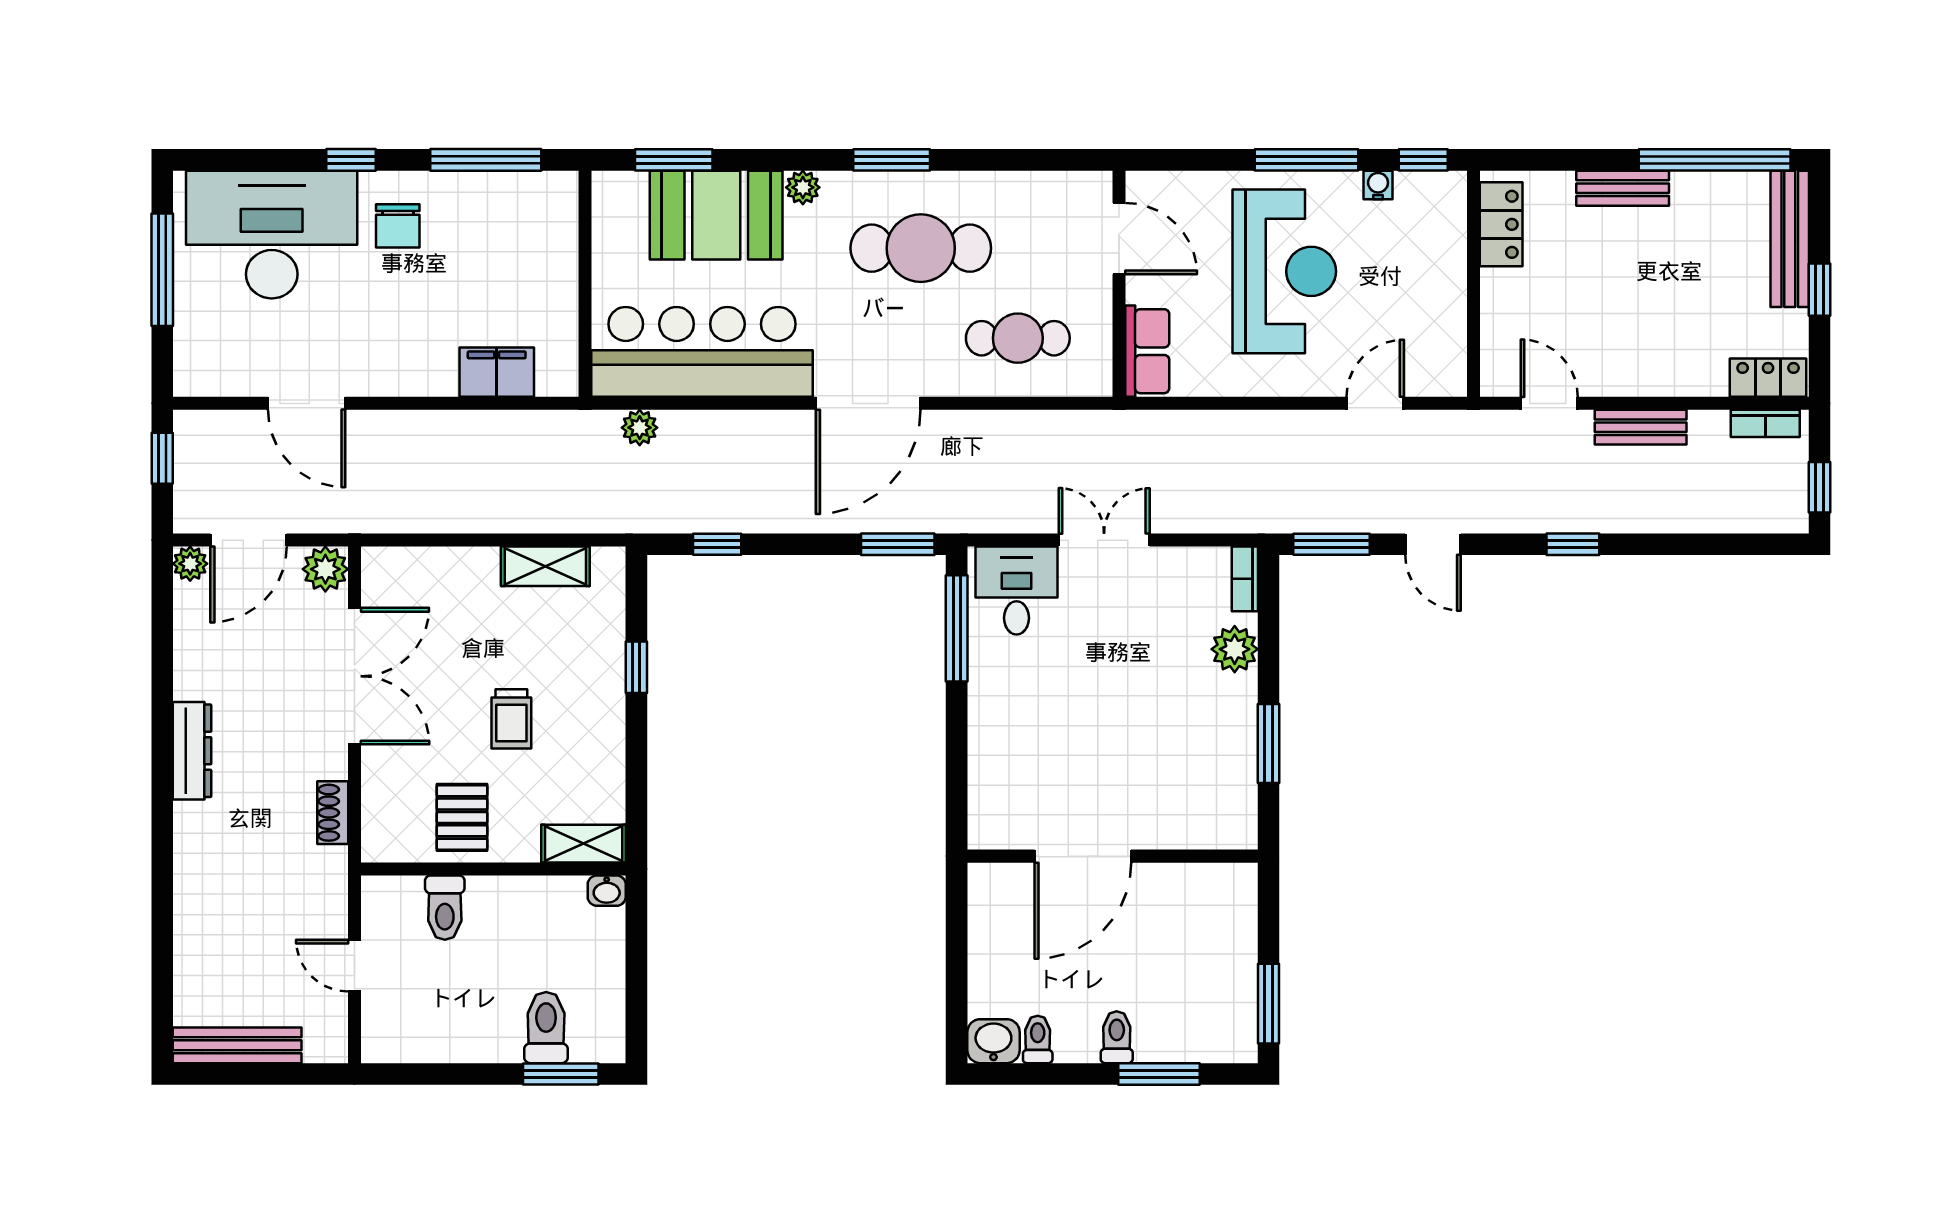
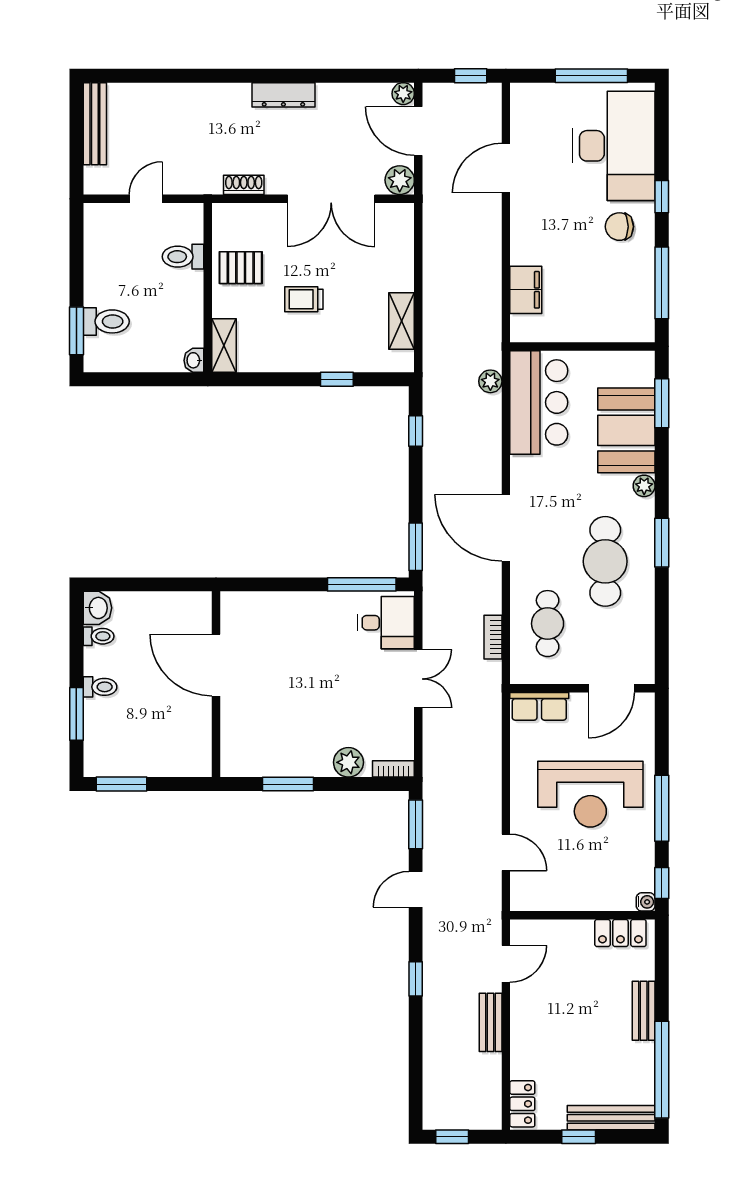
water cooler: (1378, 185) -> (646, 902), moved
bar counter: (702, 352) -> (539, 402), width x0.73
bookcase: (1765, 423) -> (493, 637), moved

